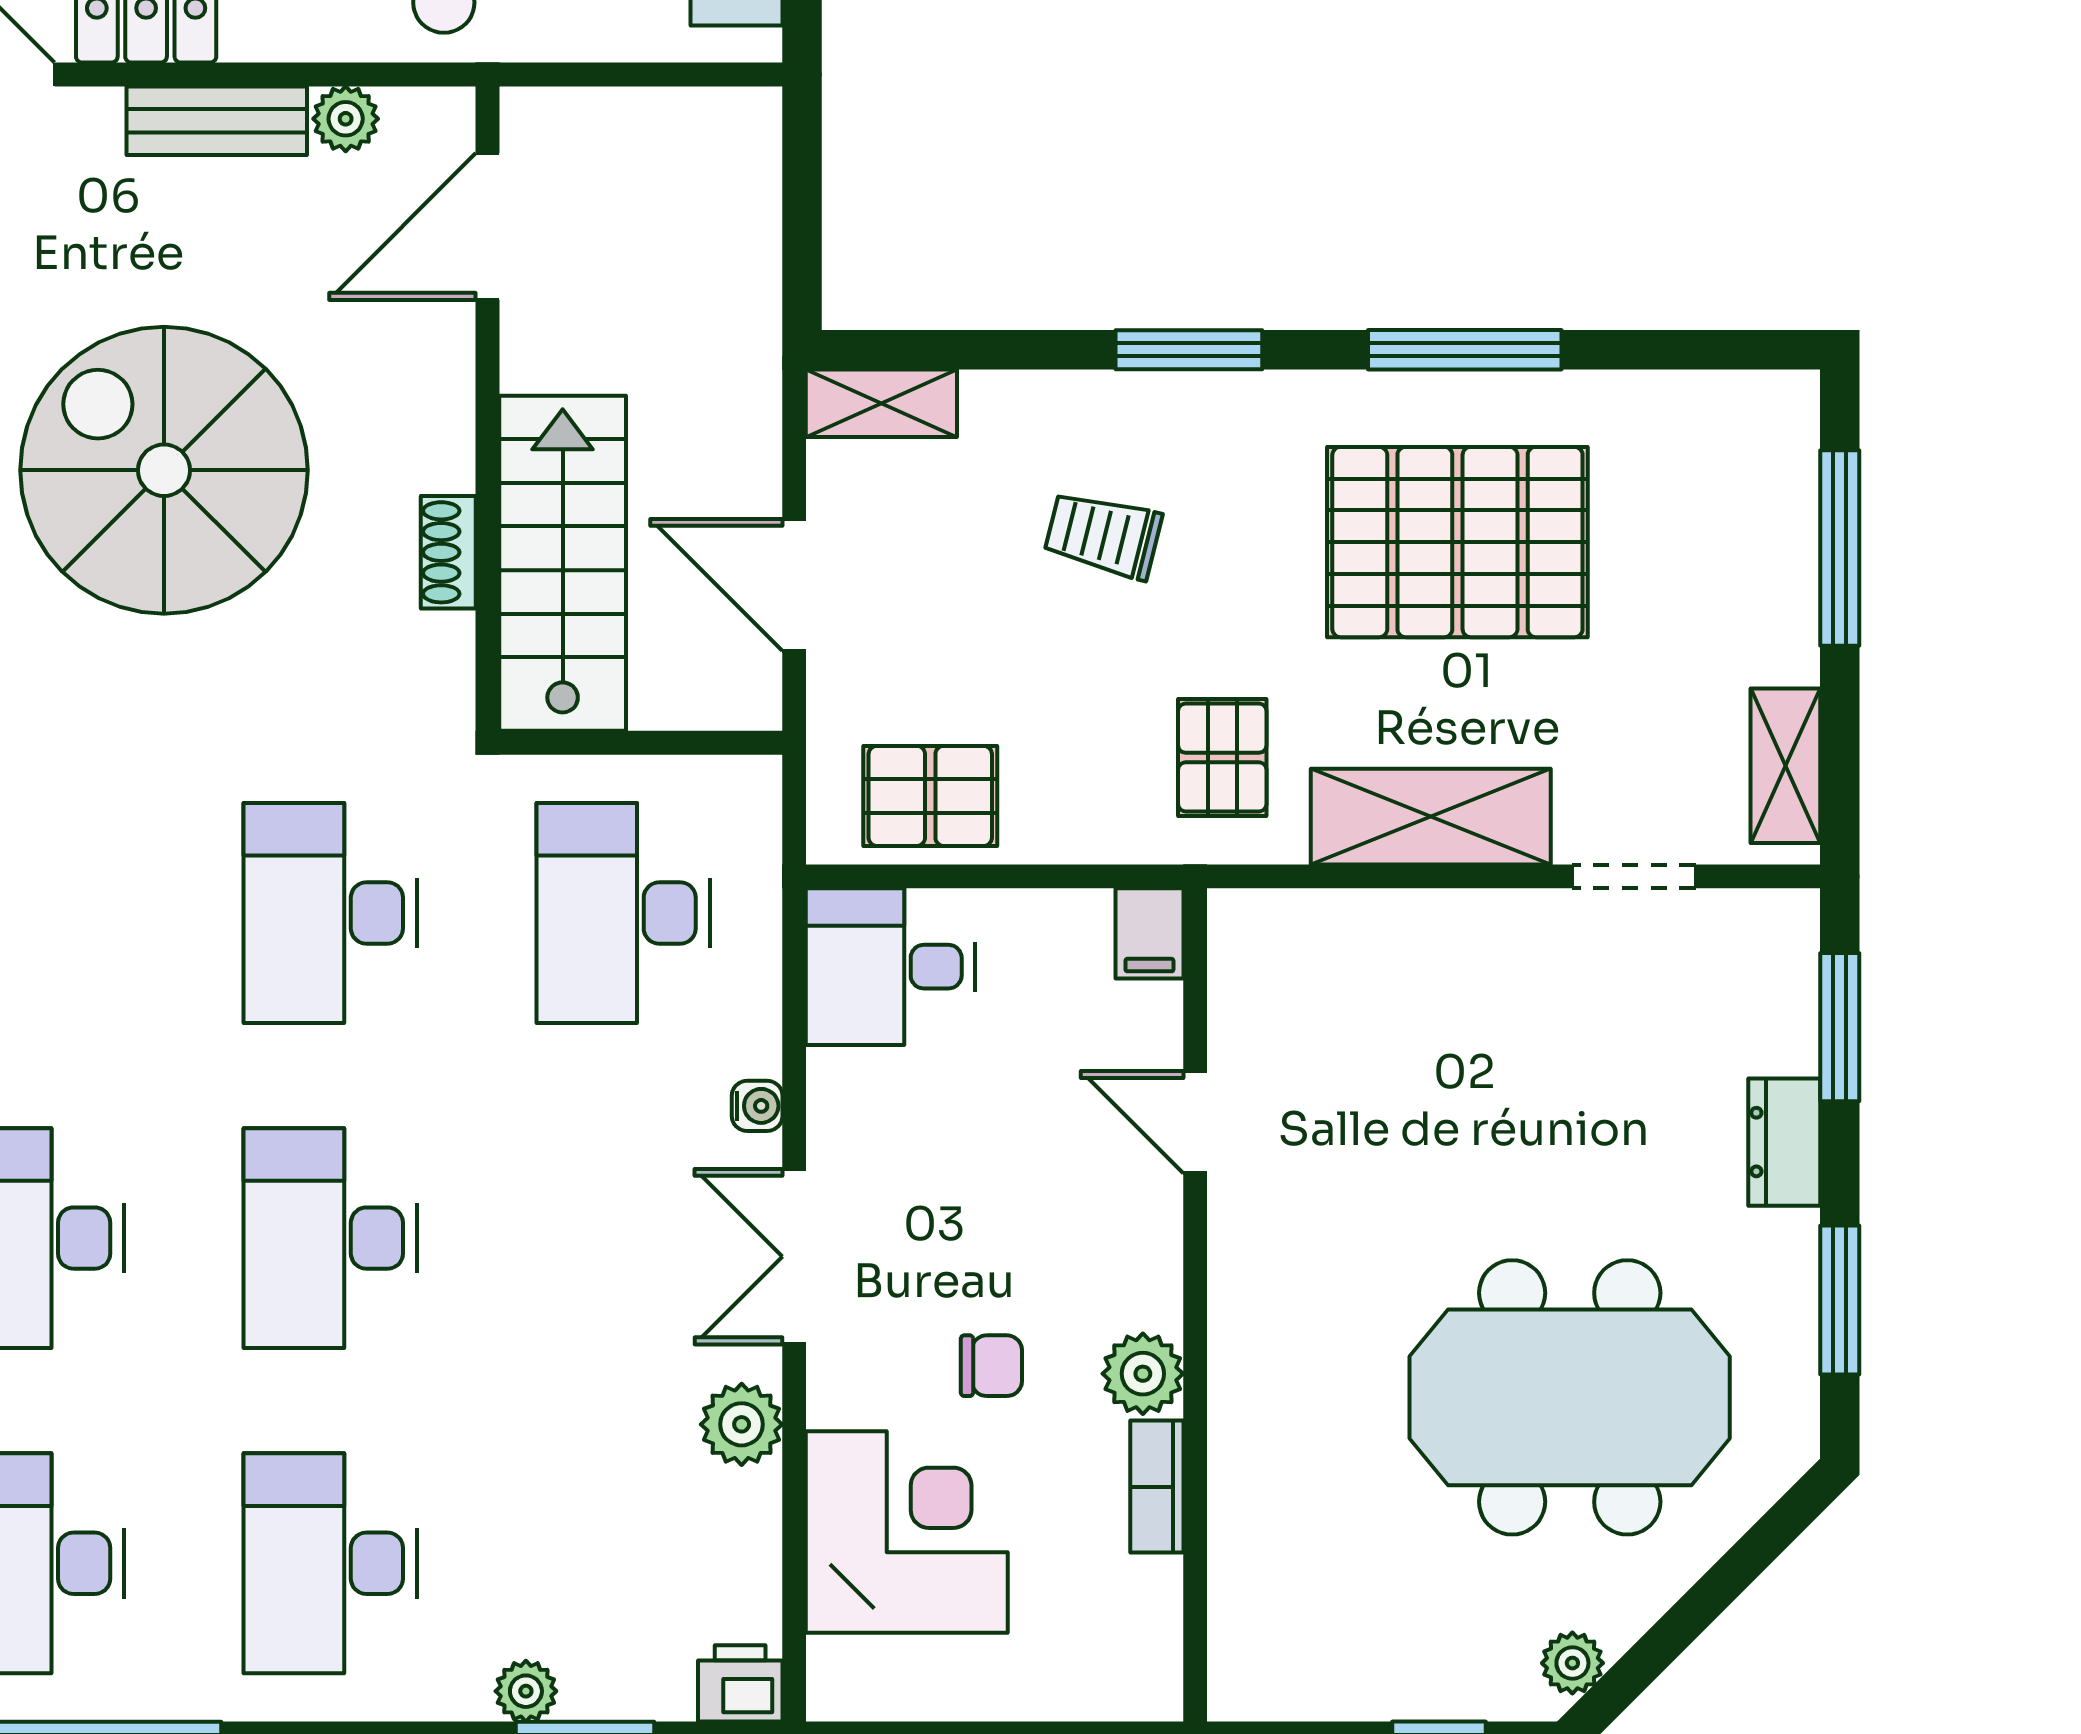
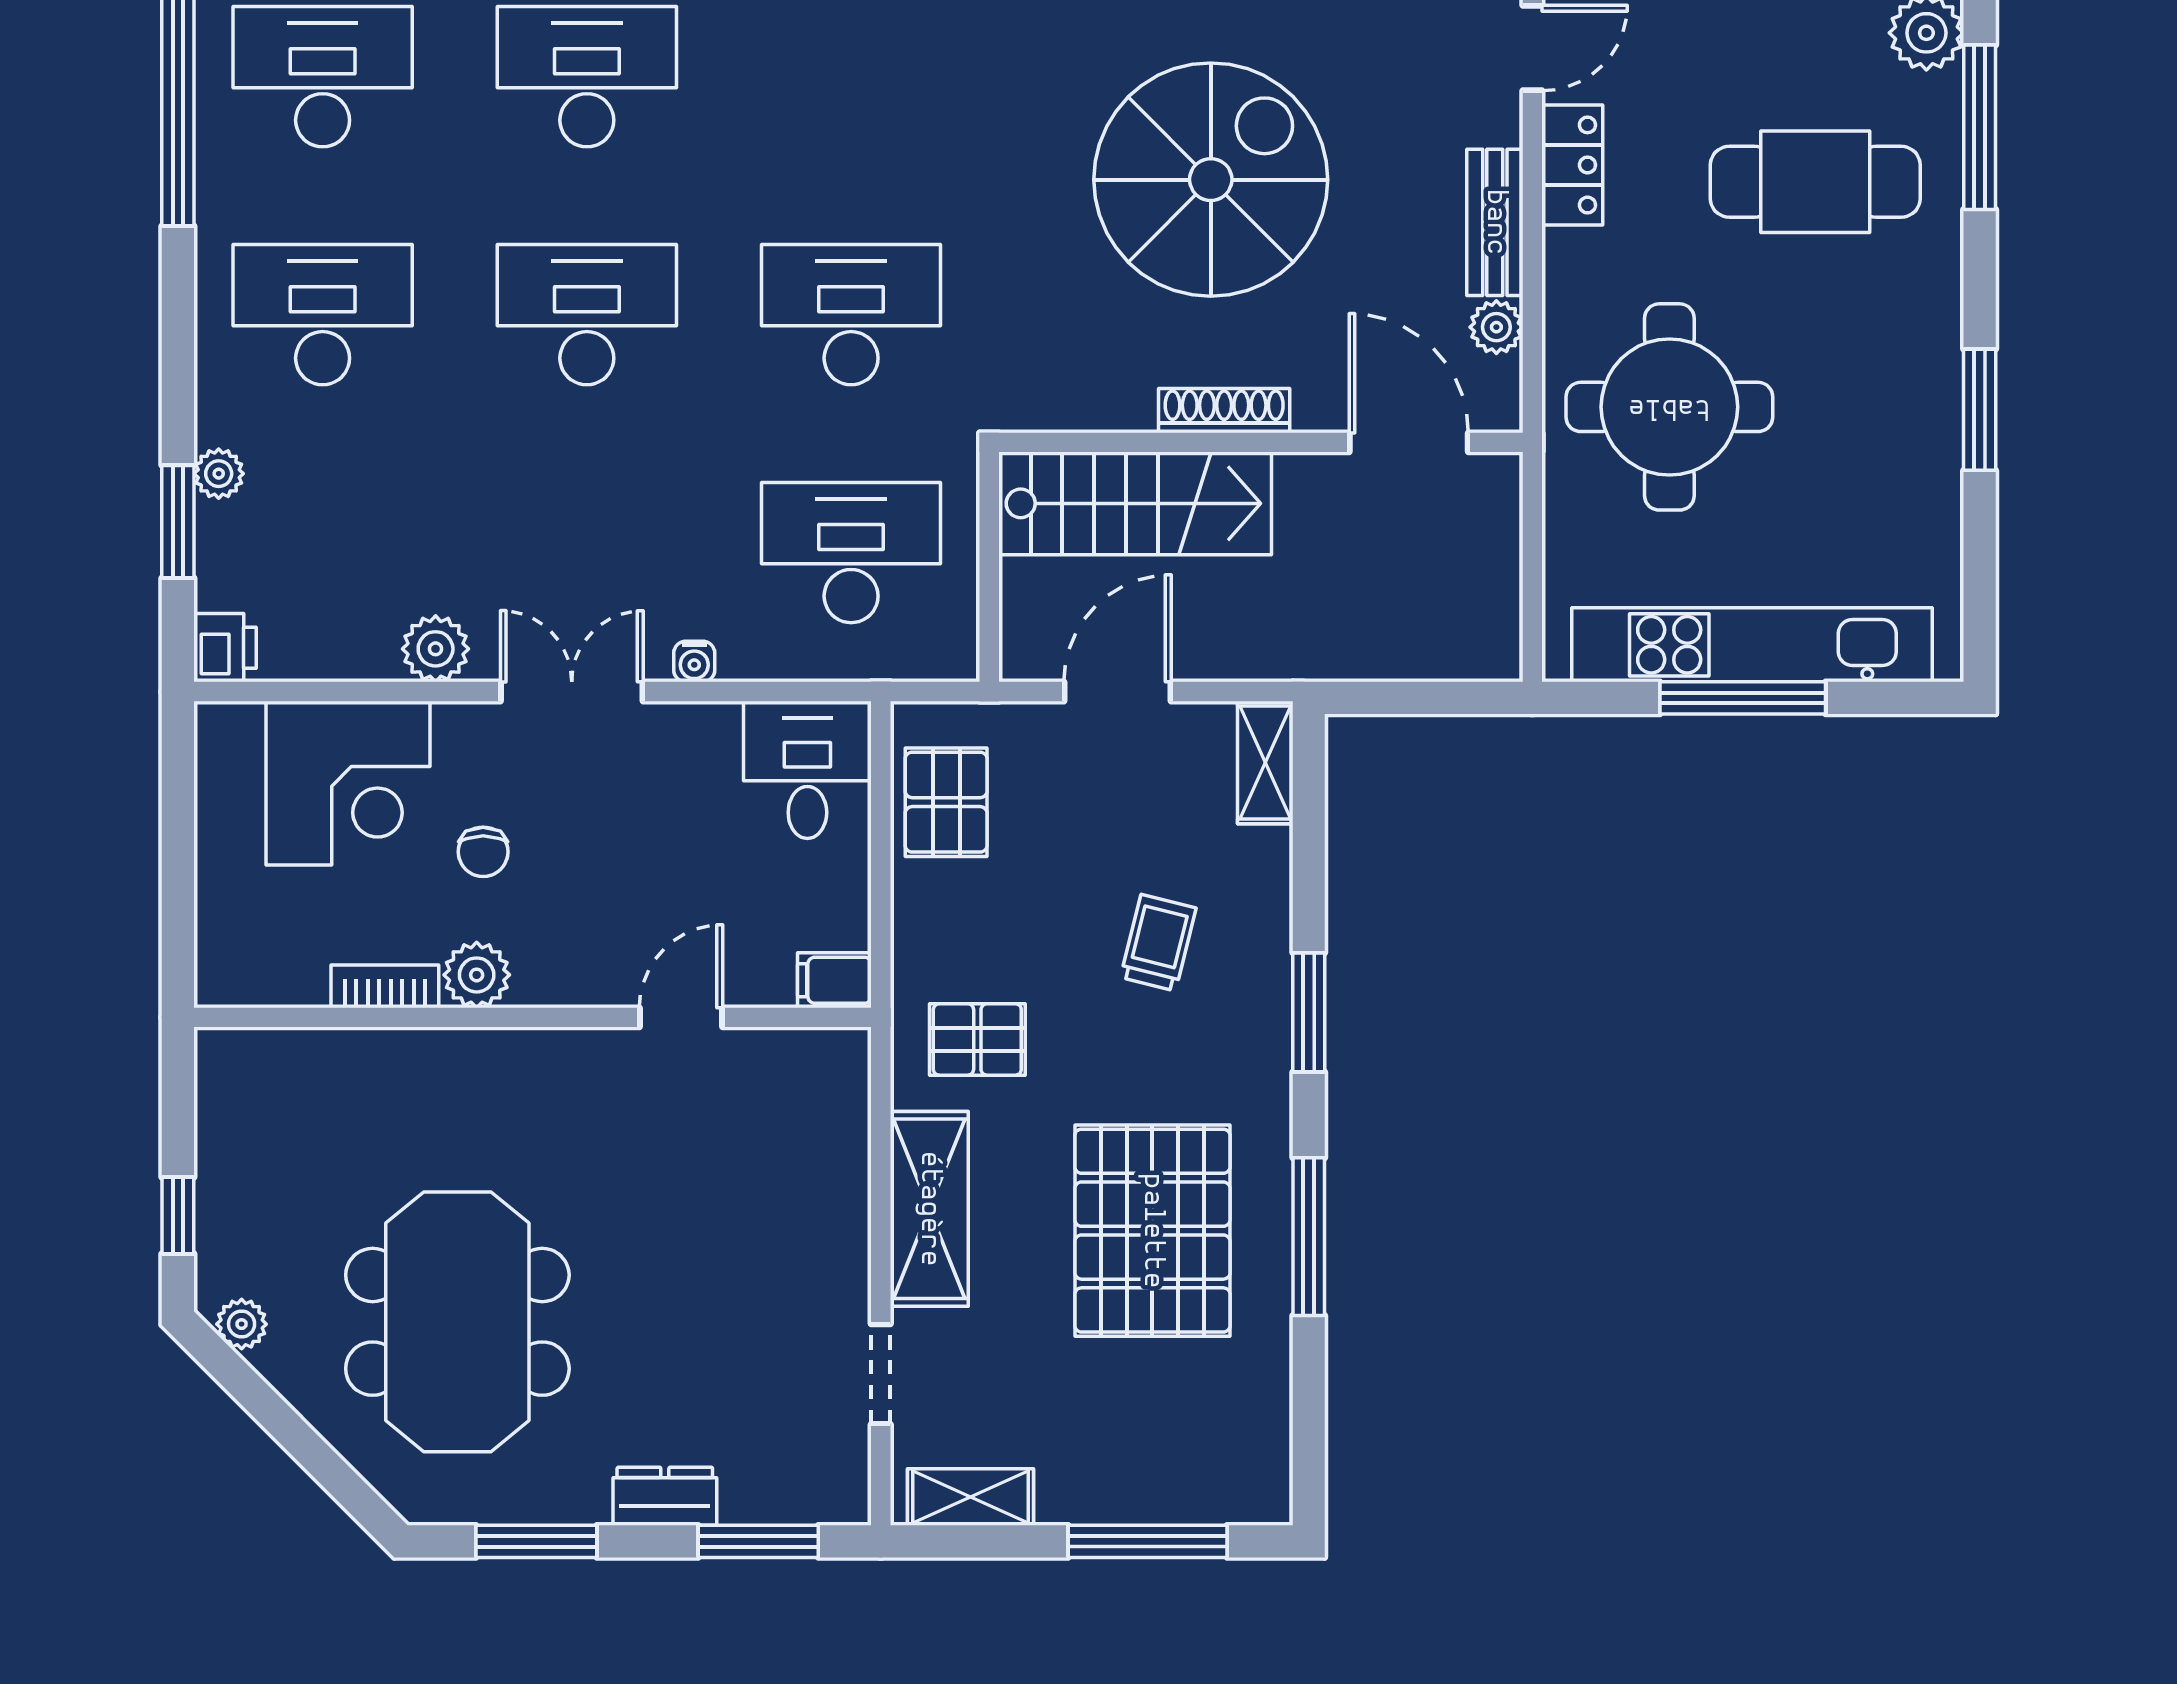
shoe rack: (448, 552) -> (1224, 411), moved, width x1.43

